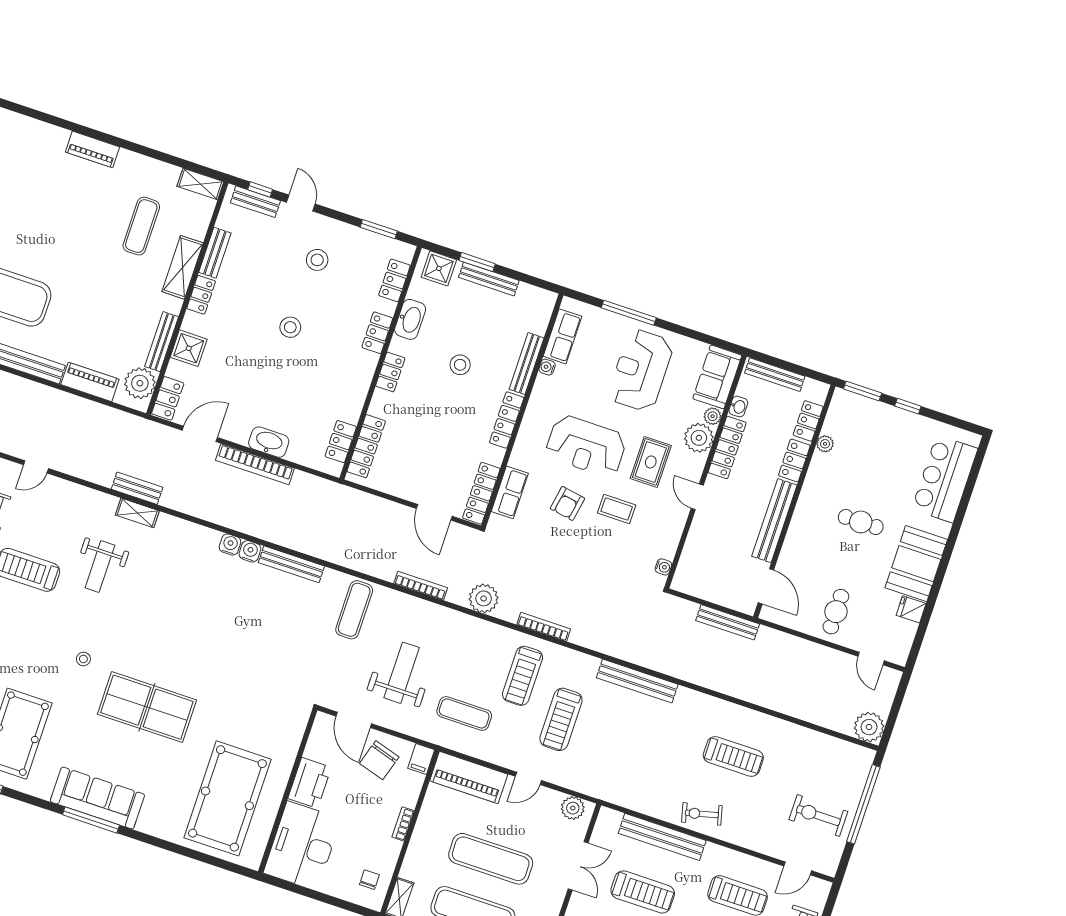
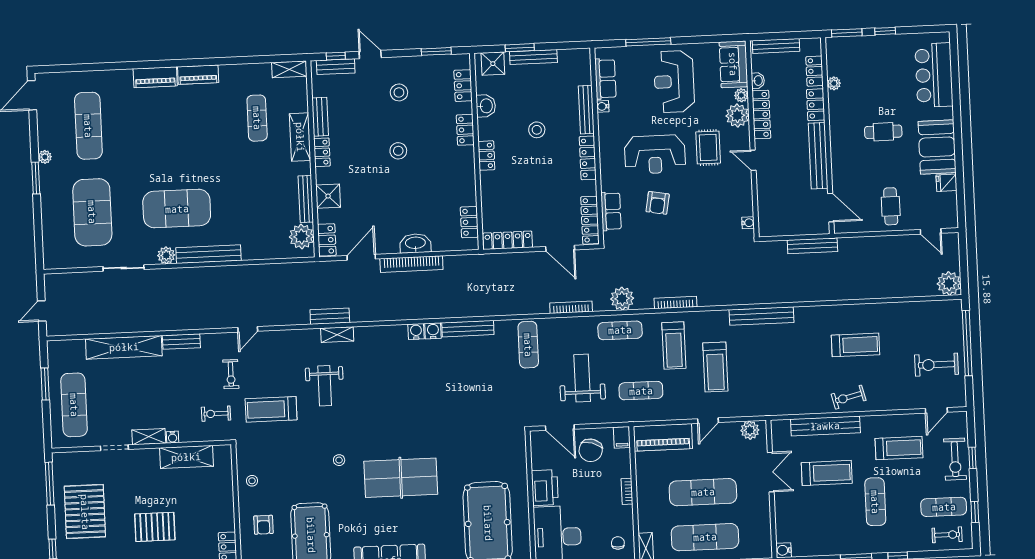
washbasin: (410, 319) -> (486, 106), width x0.72
piano: (90, 382) -> (155, 77), moved, turned 180
locker: (366, 446) -> (508, 240), moved, turned -90
coffee table: (617, 509) -> (696, 193), removed
exercise mat: (467, 634) -> (620, 330), added

